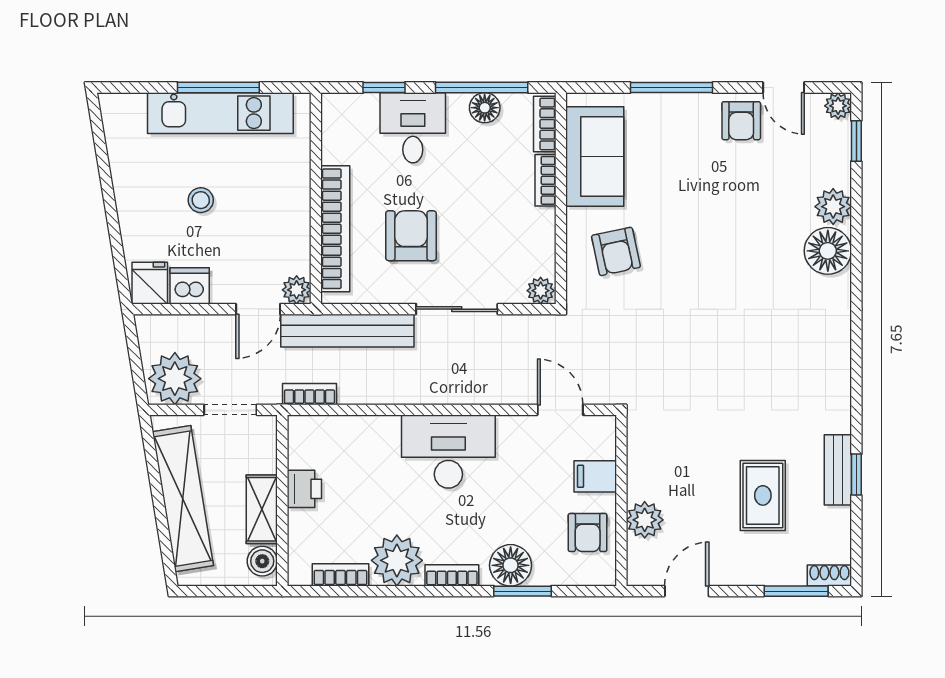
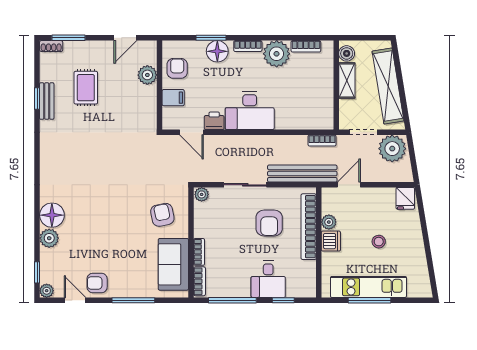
floor lamp: (485, 108) -> (231, 290), removed
armchair: (741, 121) -> (97, 283), turned -90
dishwasher: (190, 286) -> (331, 241), moved, turned -90
plant: (297, 290) -> (329, 222), moved
printer: (304, 489) -> (214, 121), moved, turned 90

